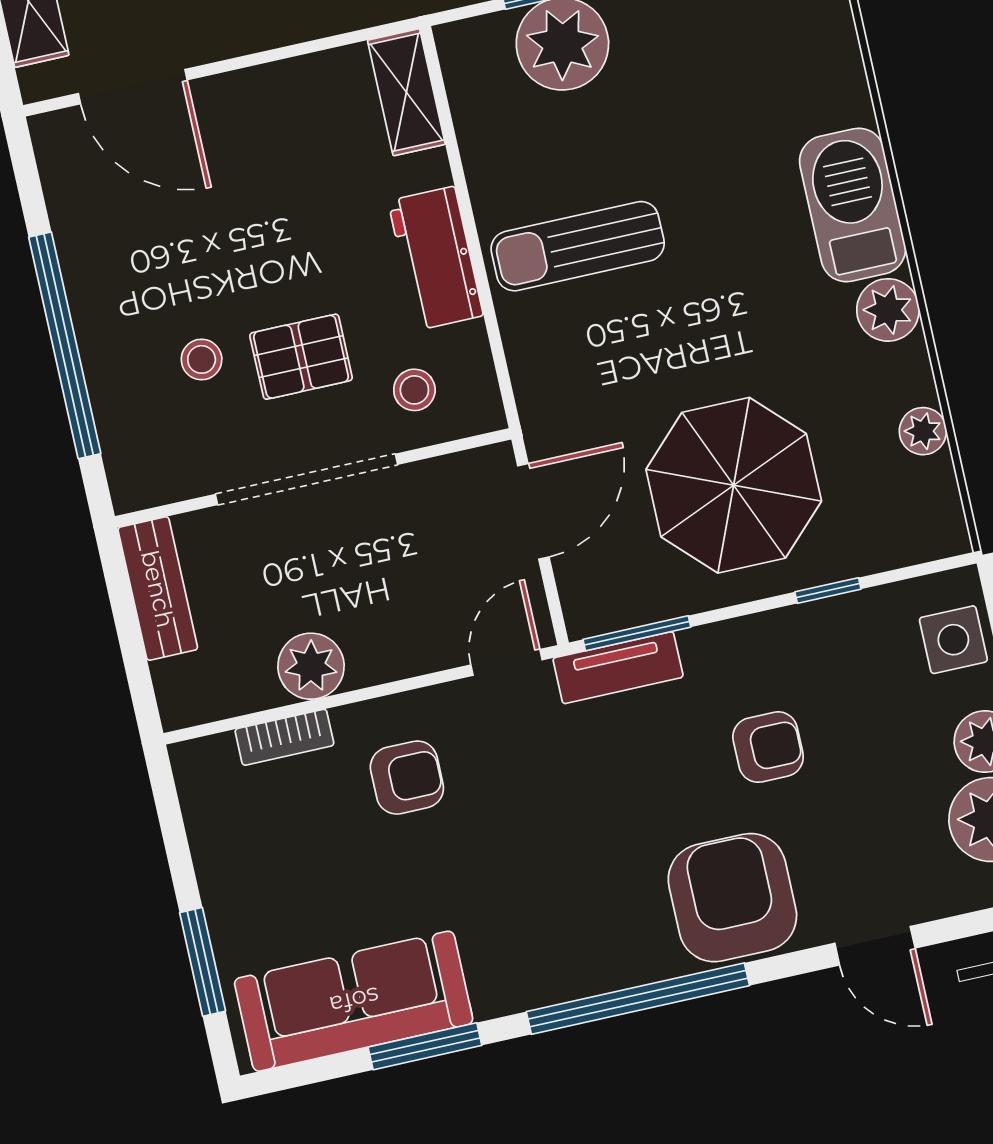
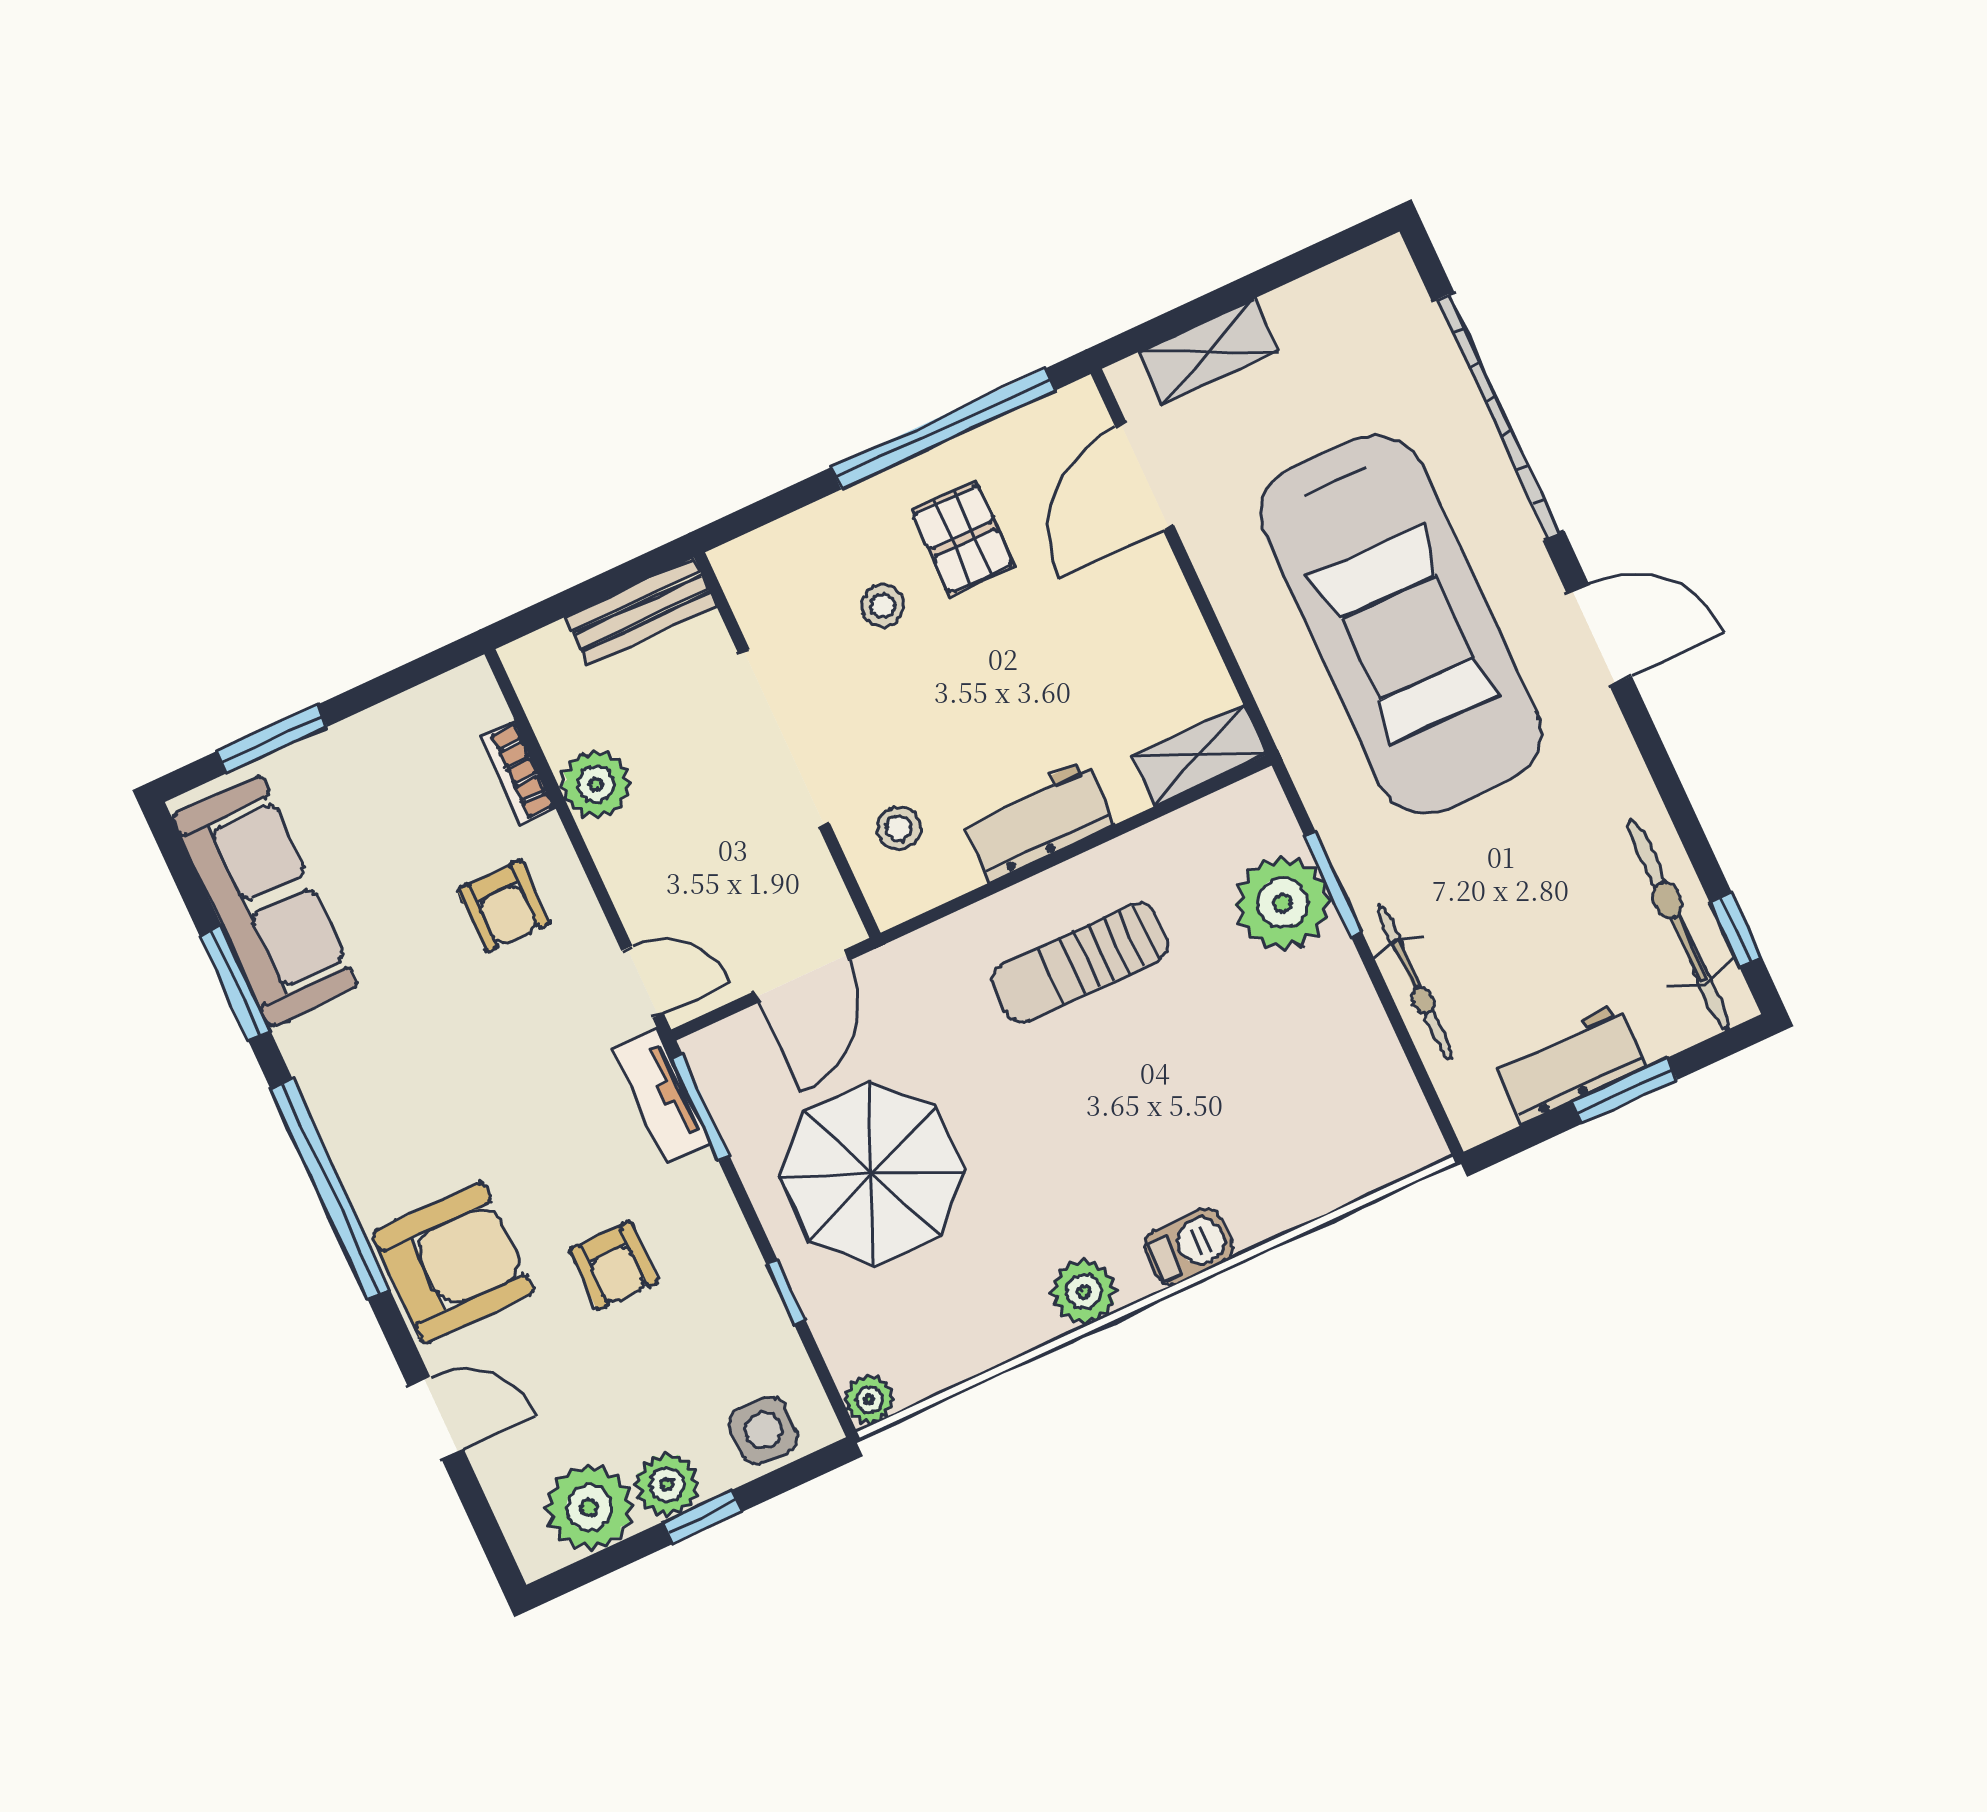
barbecue: (853, 205) -> (1189, 1247), width x0.53, depth x0.65
sun lounger: (578, 246) -> (1080, 963), turned -90
window: (65, 345) -> (943, 429), moved
pallet: (301, 357) -> (963, 539), moved
plant: (923, 431) -> (869, 1400), moved
door: (533, 511) -> (802, 976), hinge flipped
door: (875, 946) -> (436, 1418), swing flipped

